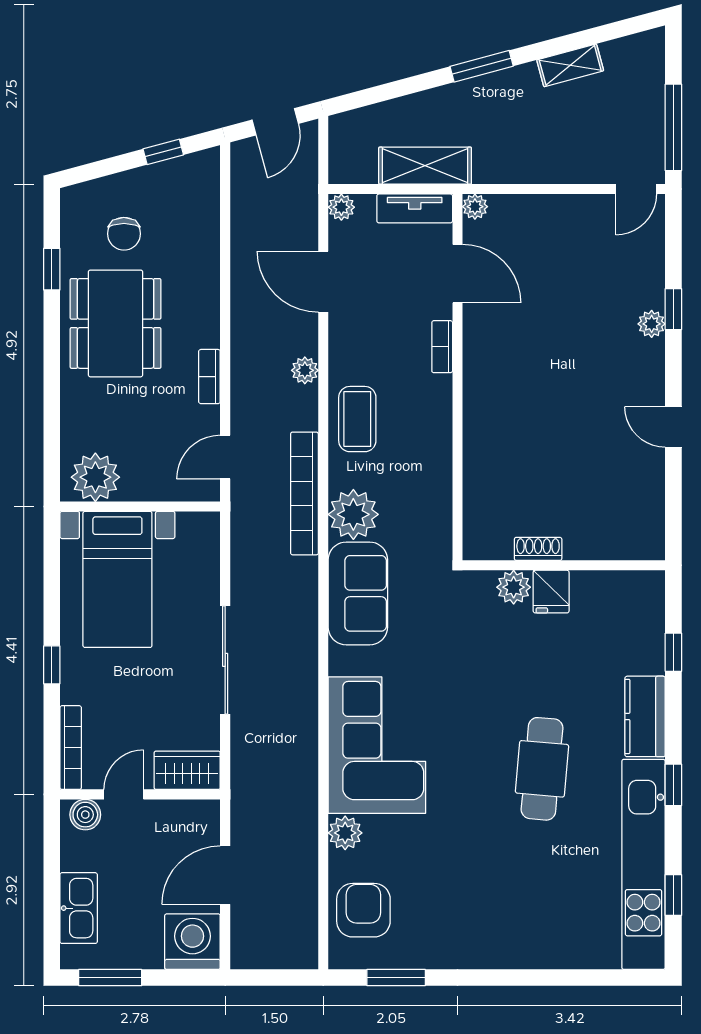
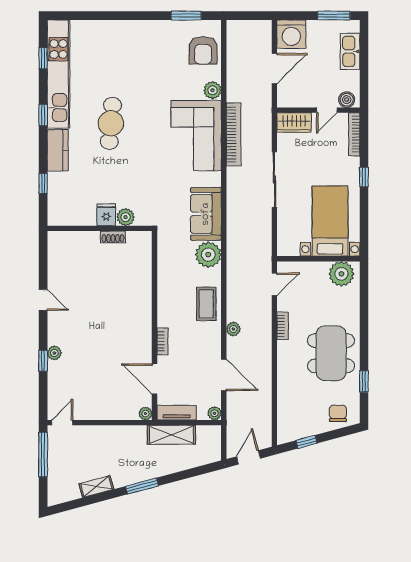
chair: (124, 234) -> (338, 413), moved
bookcase: (304, 493) -> (234, 134), moved

